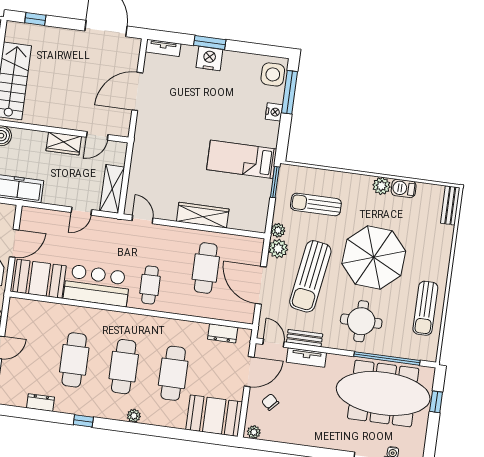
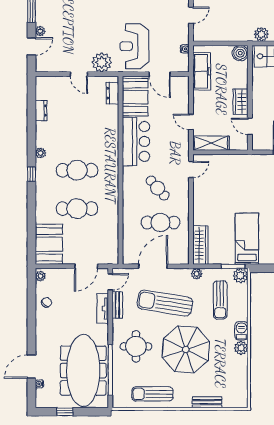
barbecue: (404, 188) -> (241, 331), moved
sun lounger: (316, 204) -> (220, 300), turned 180
bench: (450, 205) -> (207, 402), moved
wardrobe: (203, 215) -> (200, 245), moved
plant: (278, 249) -> (241, 276), moved
cafe table: (150, 285) -> (158, 188), moved, turned 49
dresser: (223, 333) -> (112, 93), moved
cafe table: (74, 360) -> (77, 132), removed
door: (249, 372) -> (86, 266), hinge flipped
chair: (270, 402) -> (46, 302), moved
window: (436, 402) -> (65, 412), moved
plant: (134, 416) -> (41, 153), moved
window: (83, 421) -> (31, 174), moved

